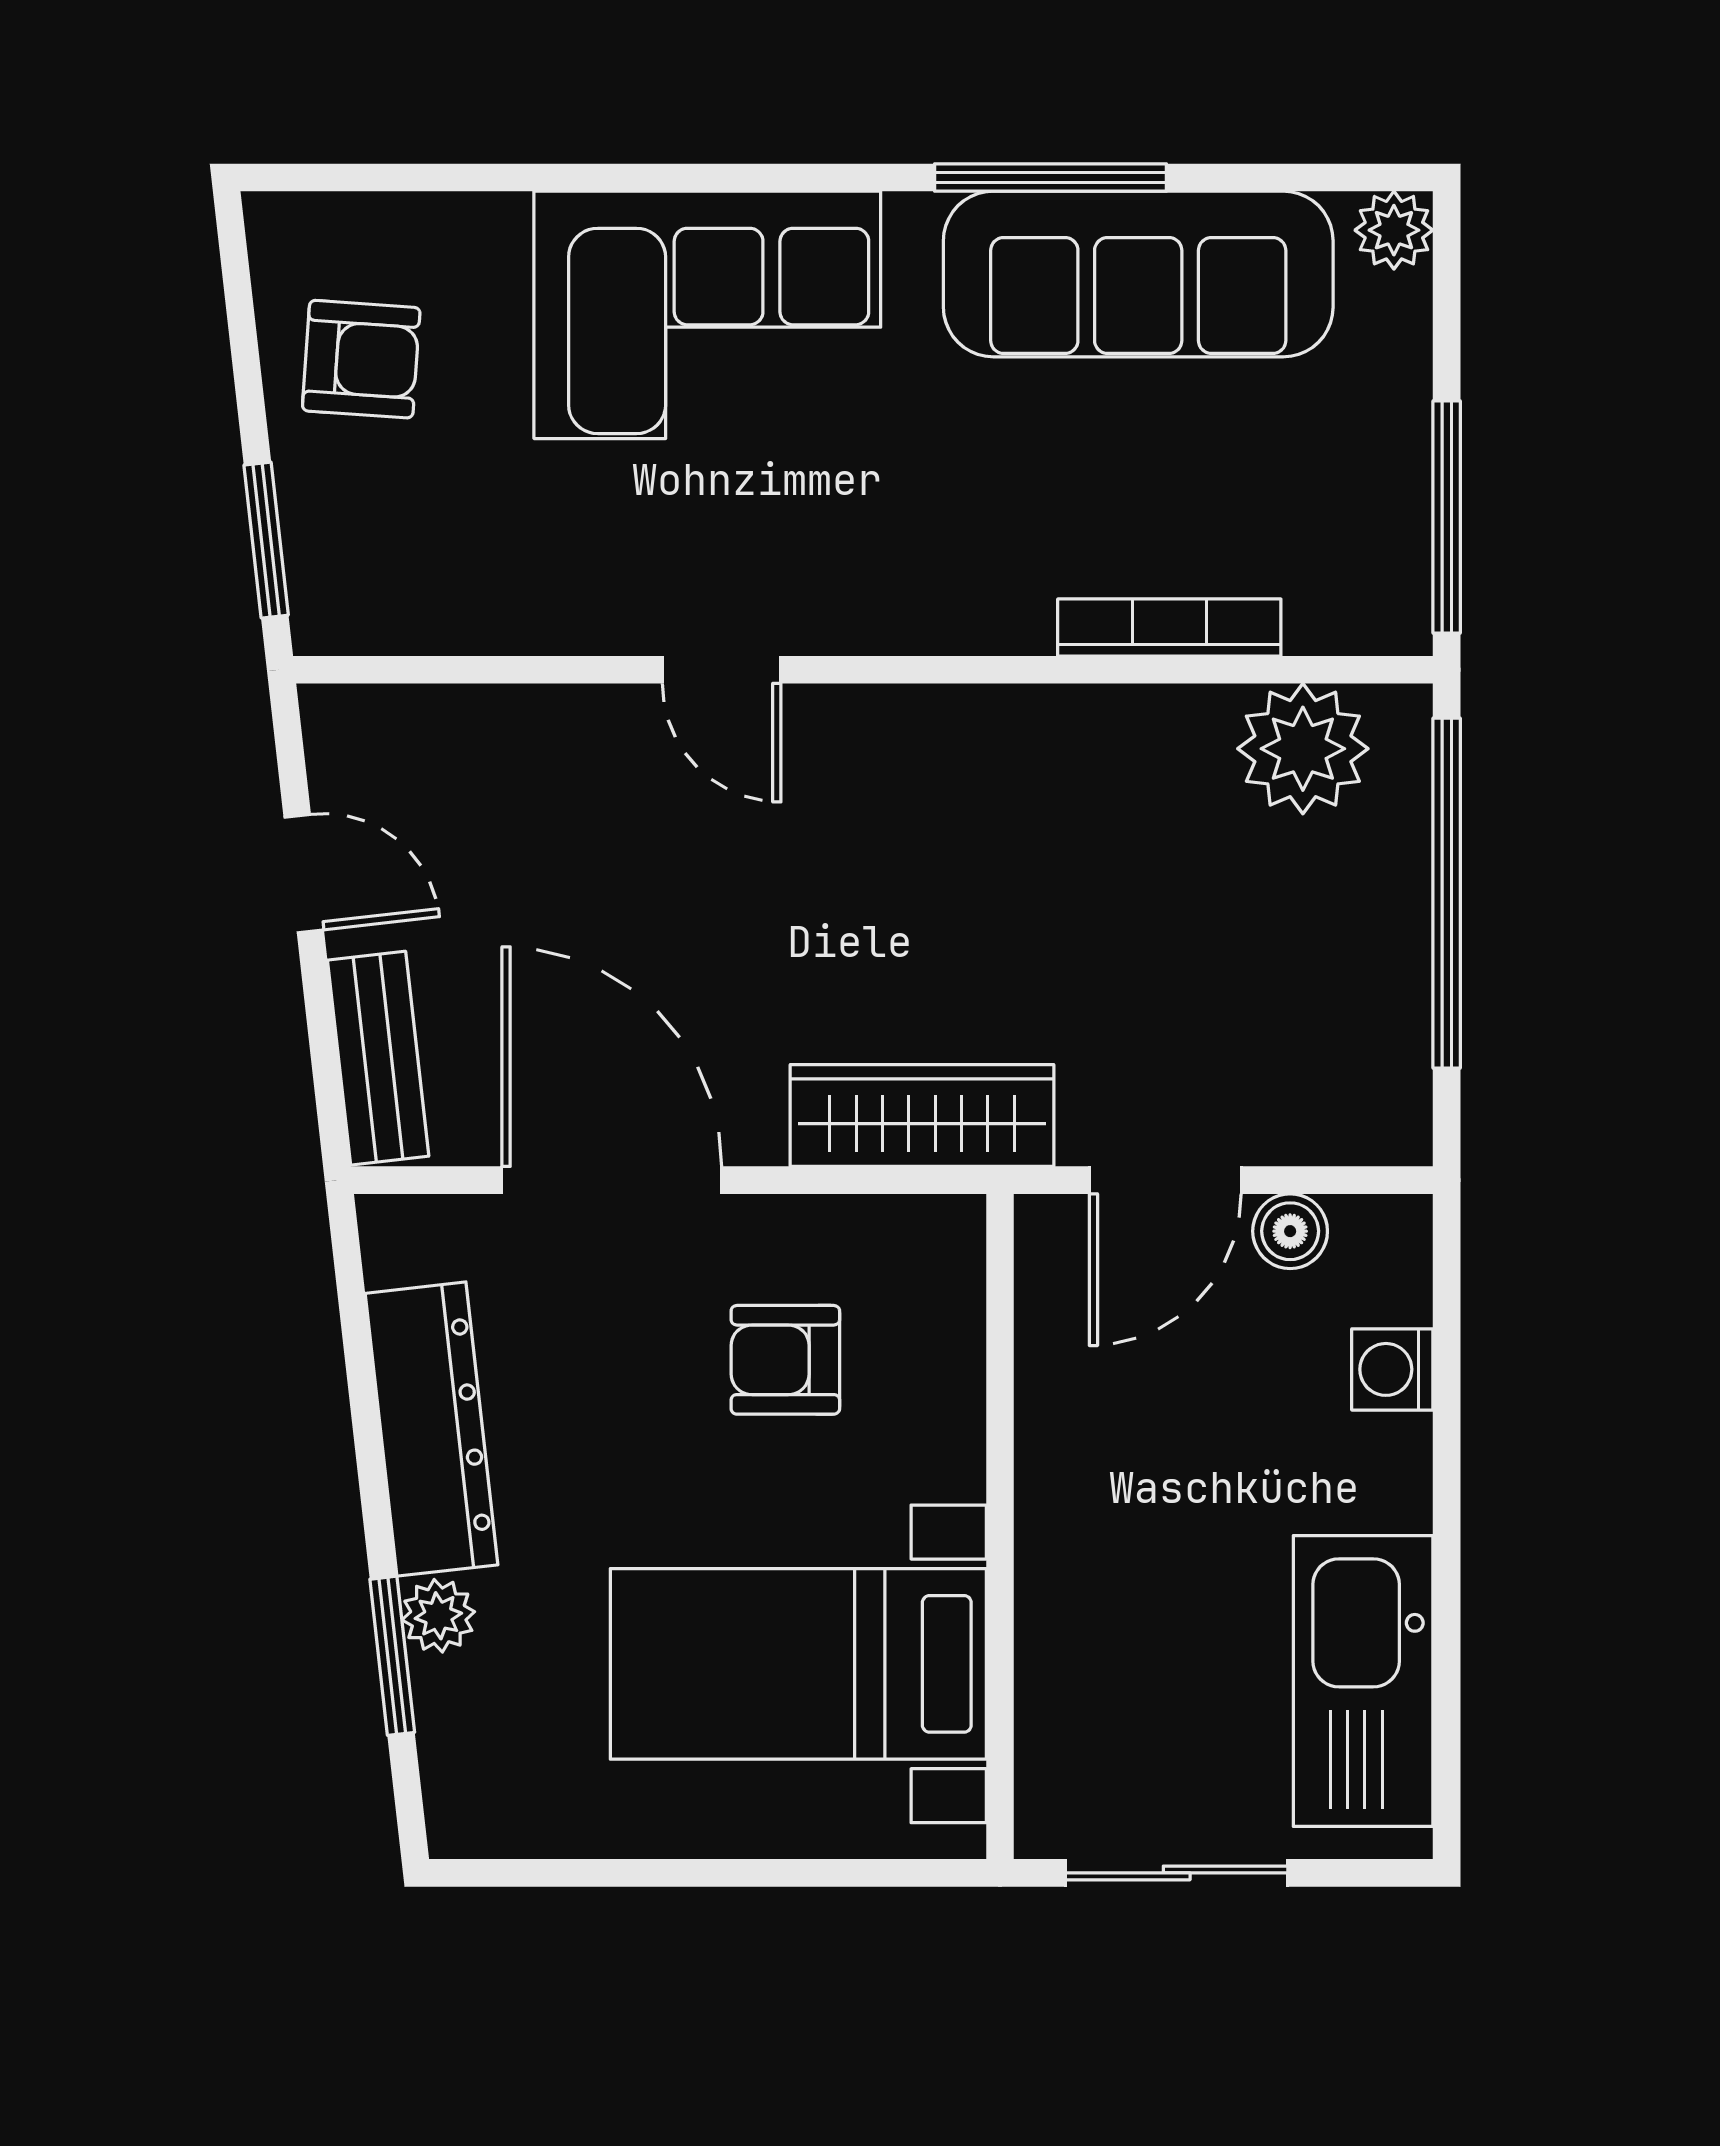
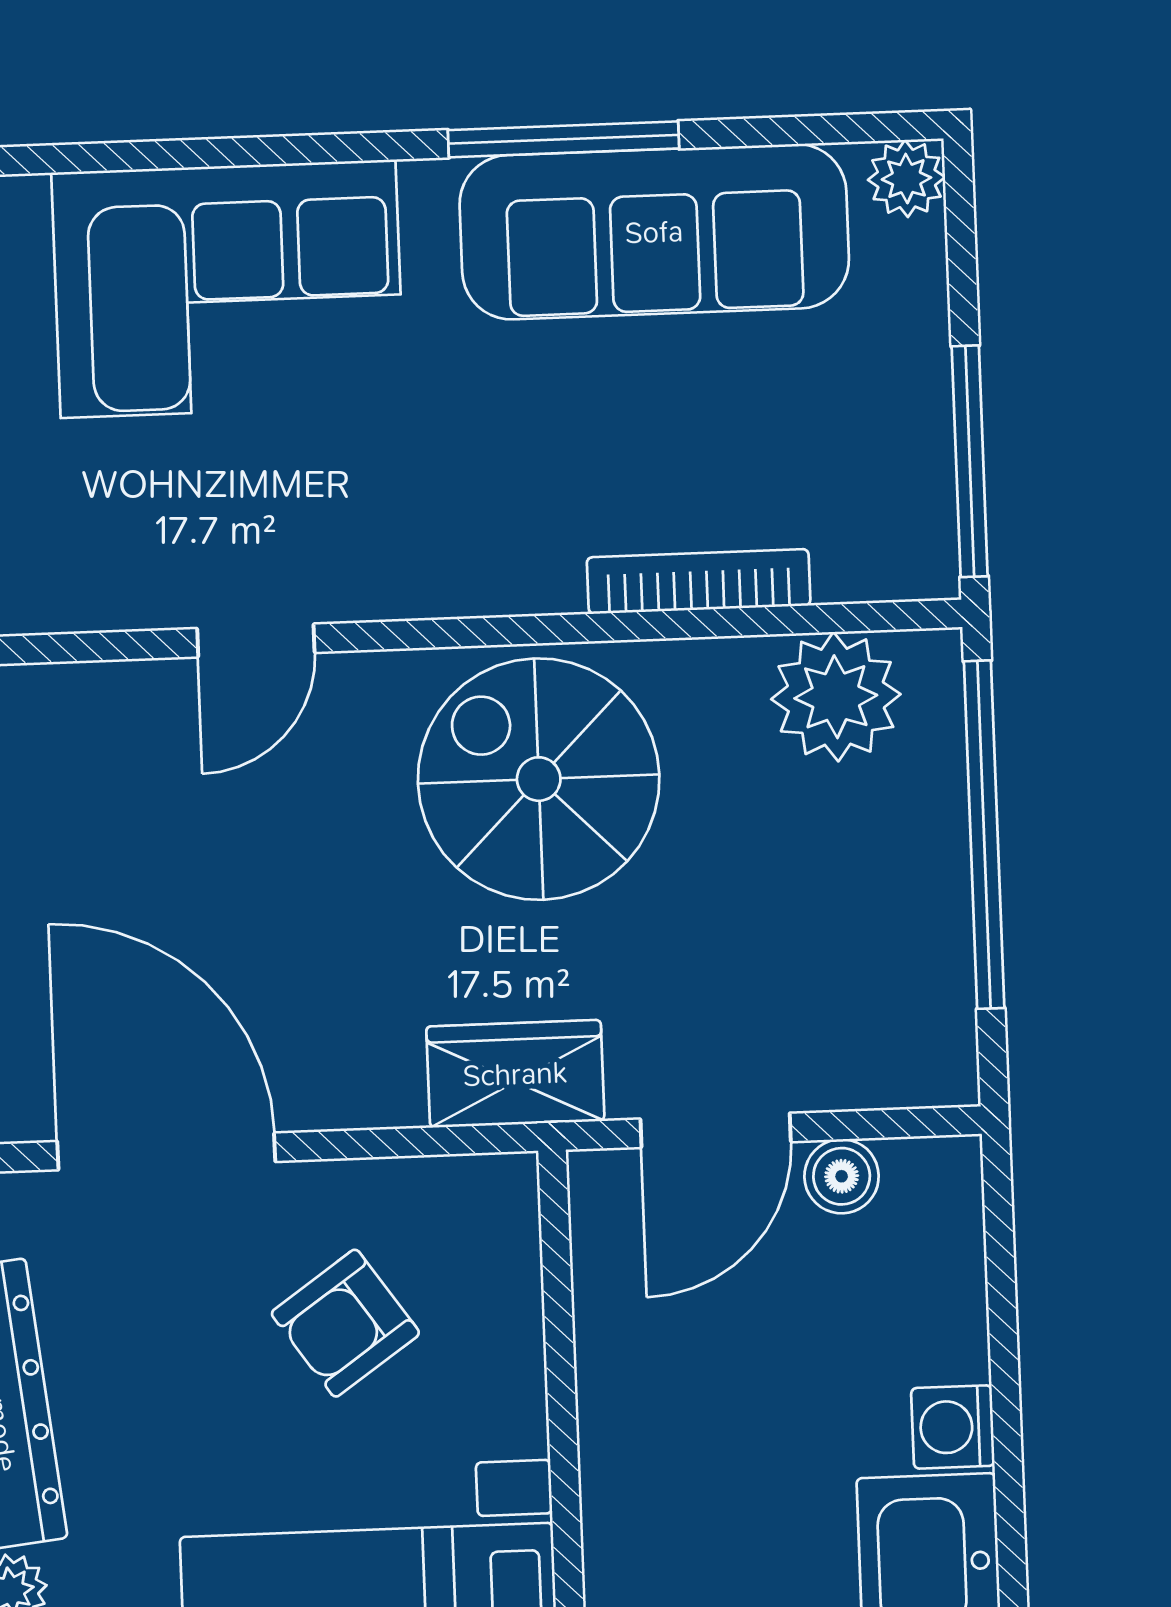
door: (722, 670) -> (256, 640), hinge flipped
spiral stairs: (1001, 820) -> (539, 779), added
wardrobe: (922, 1116) -> (515, 1074), width x0.67
armchair: (785, 1360) -> (345, 1323), turned -35
washing machine: (1392, 1369) -> (953, 1427), moved

